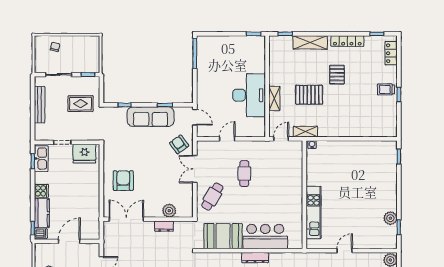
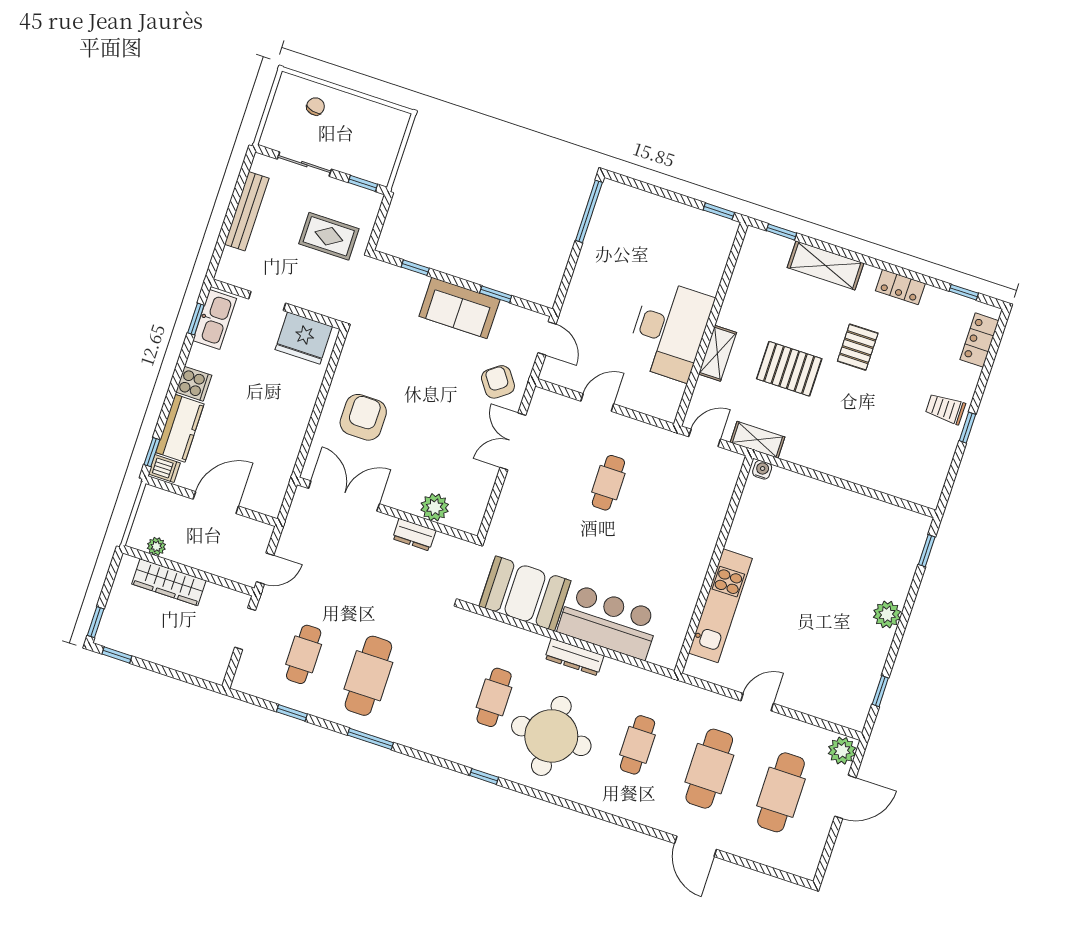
locker: (347, 41) -> (900, 287), width x0.66
sofa: (151, 117) -> (459, 308), width x0.73
cafe table: (212, 197) -> (530, 508), removed
plant: (390, 218) -> (887, 614), moved

